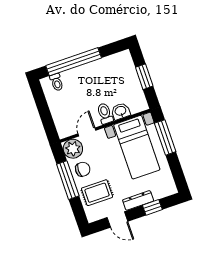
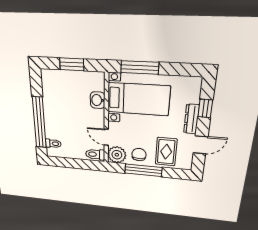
toilet: (105, 113) -> (95, 154), moved

